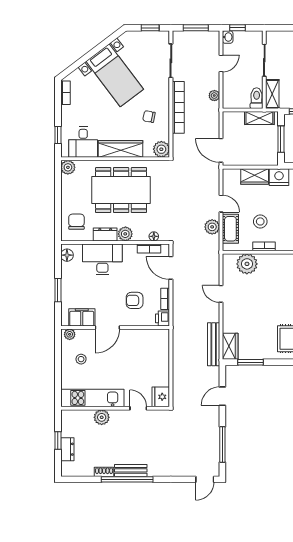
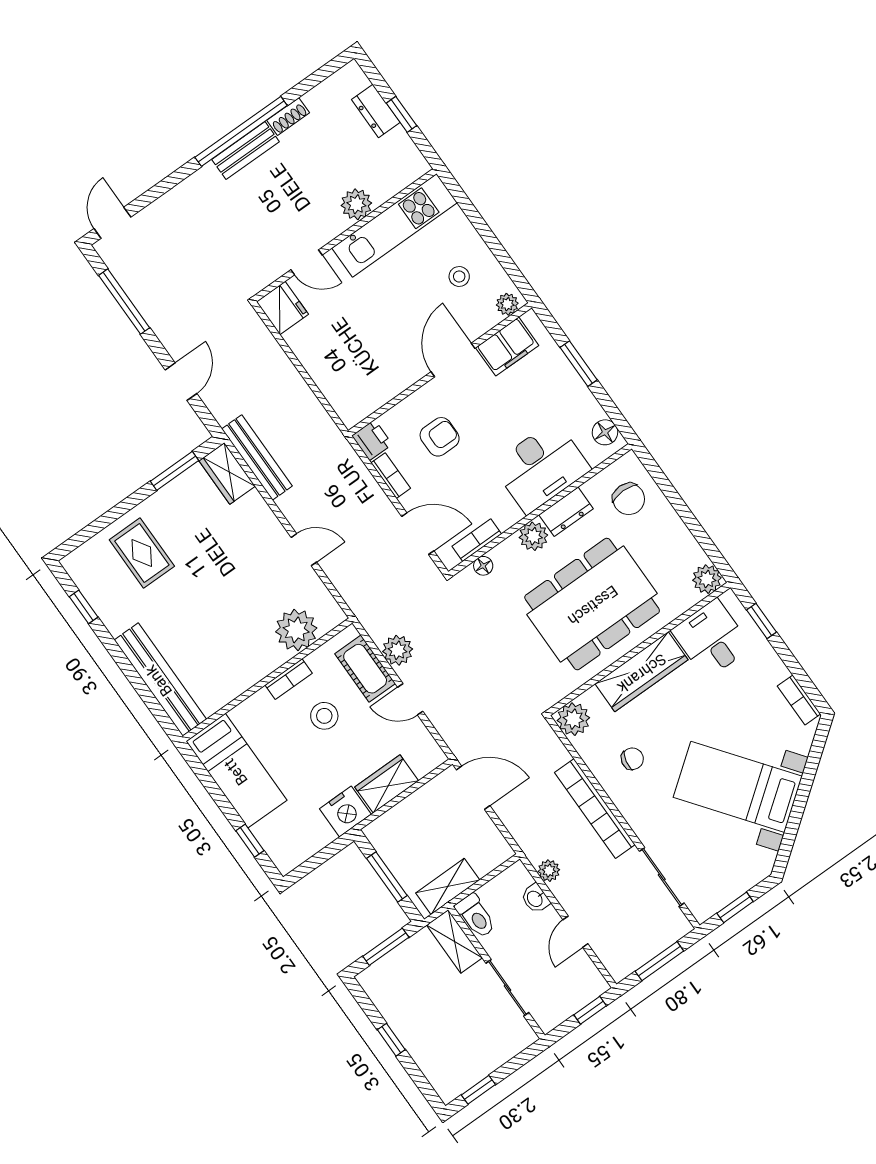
washbasin: (228, 37) -> (535, 899), moved

